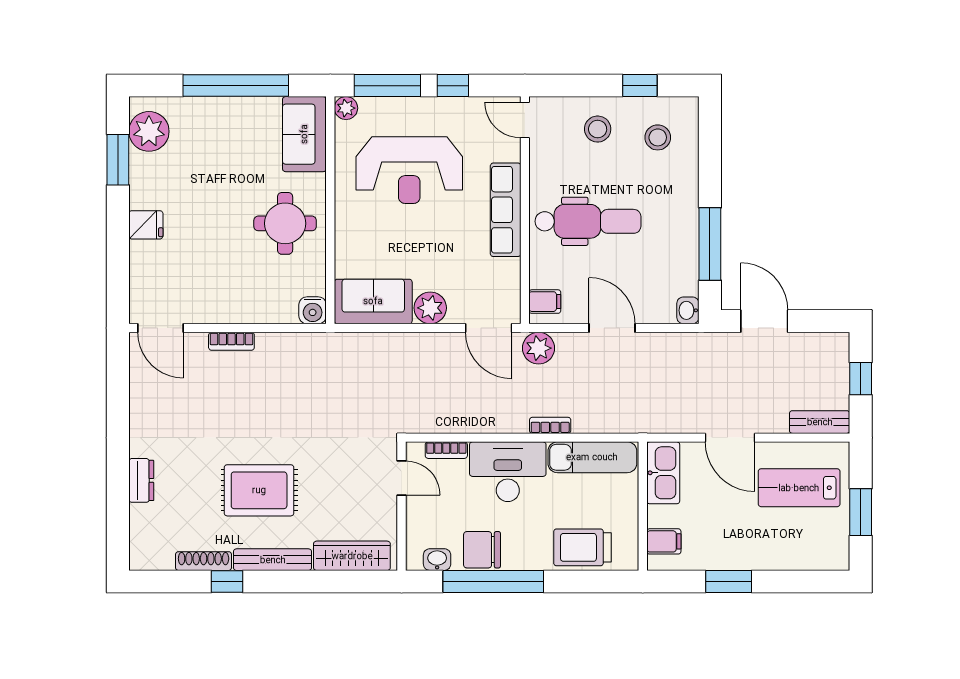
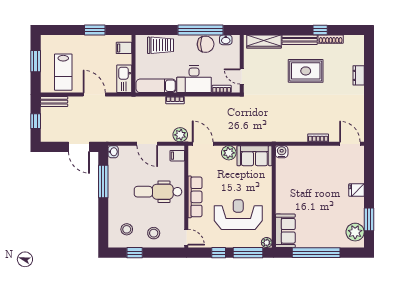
round table: (285, 223) -> (294, 191), removed
lab bench: (799, 488) -> (63, 72), turned 90

